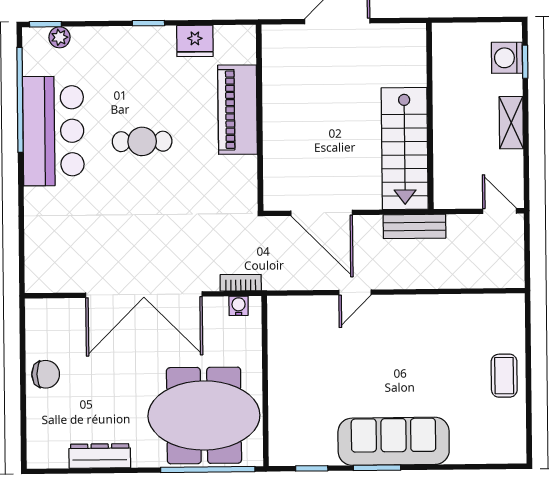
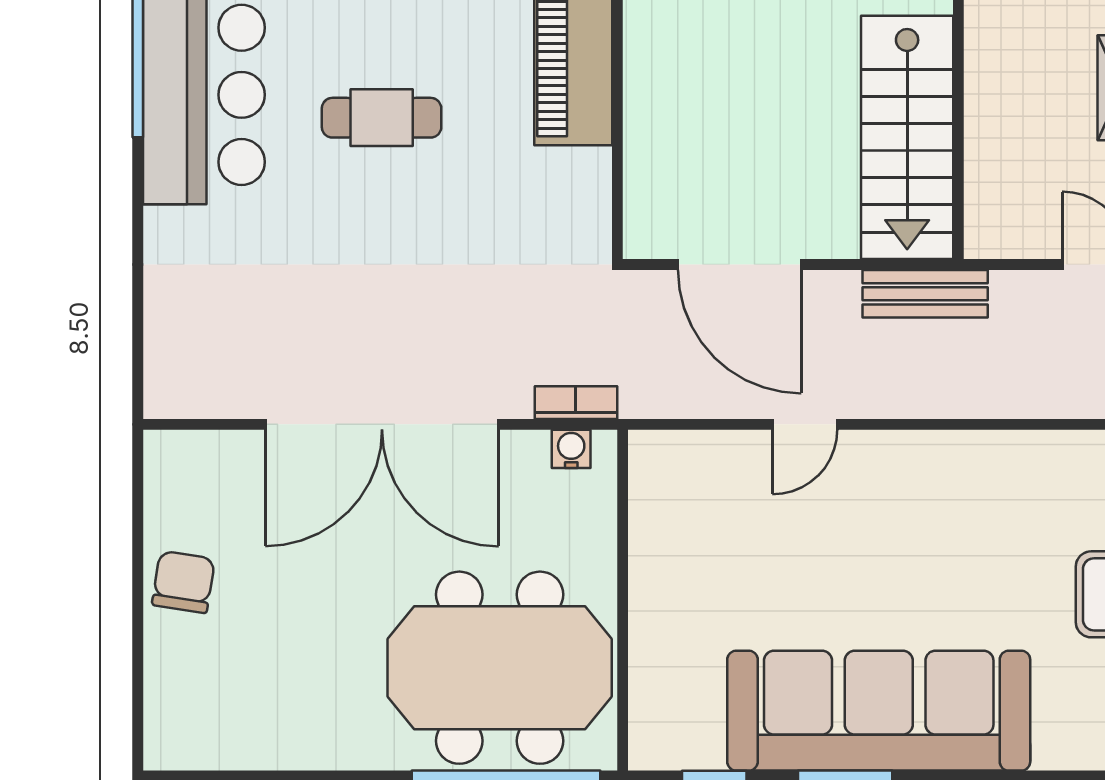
chair: (46, 374) -> (183, 582), turned -81
sofa: (394, 441) -> (879, 711), width x1.36, depth x1.27
dresser: (100, 456) -> (290, 747), removed

